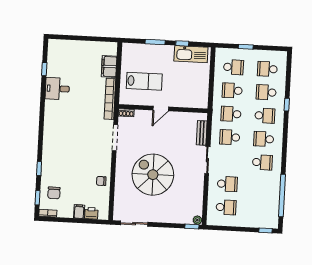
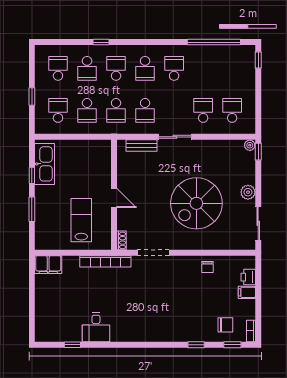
filing cabinet: (109, 67) -> (48, 265), moved
school desk: (267, 69) -> (58, 68), turned 180
plant: (160, 217) -> (248, 192), added

